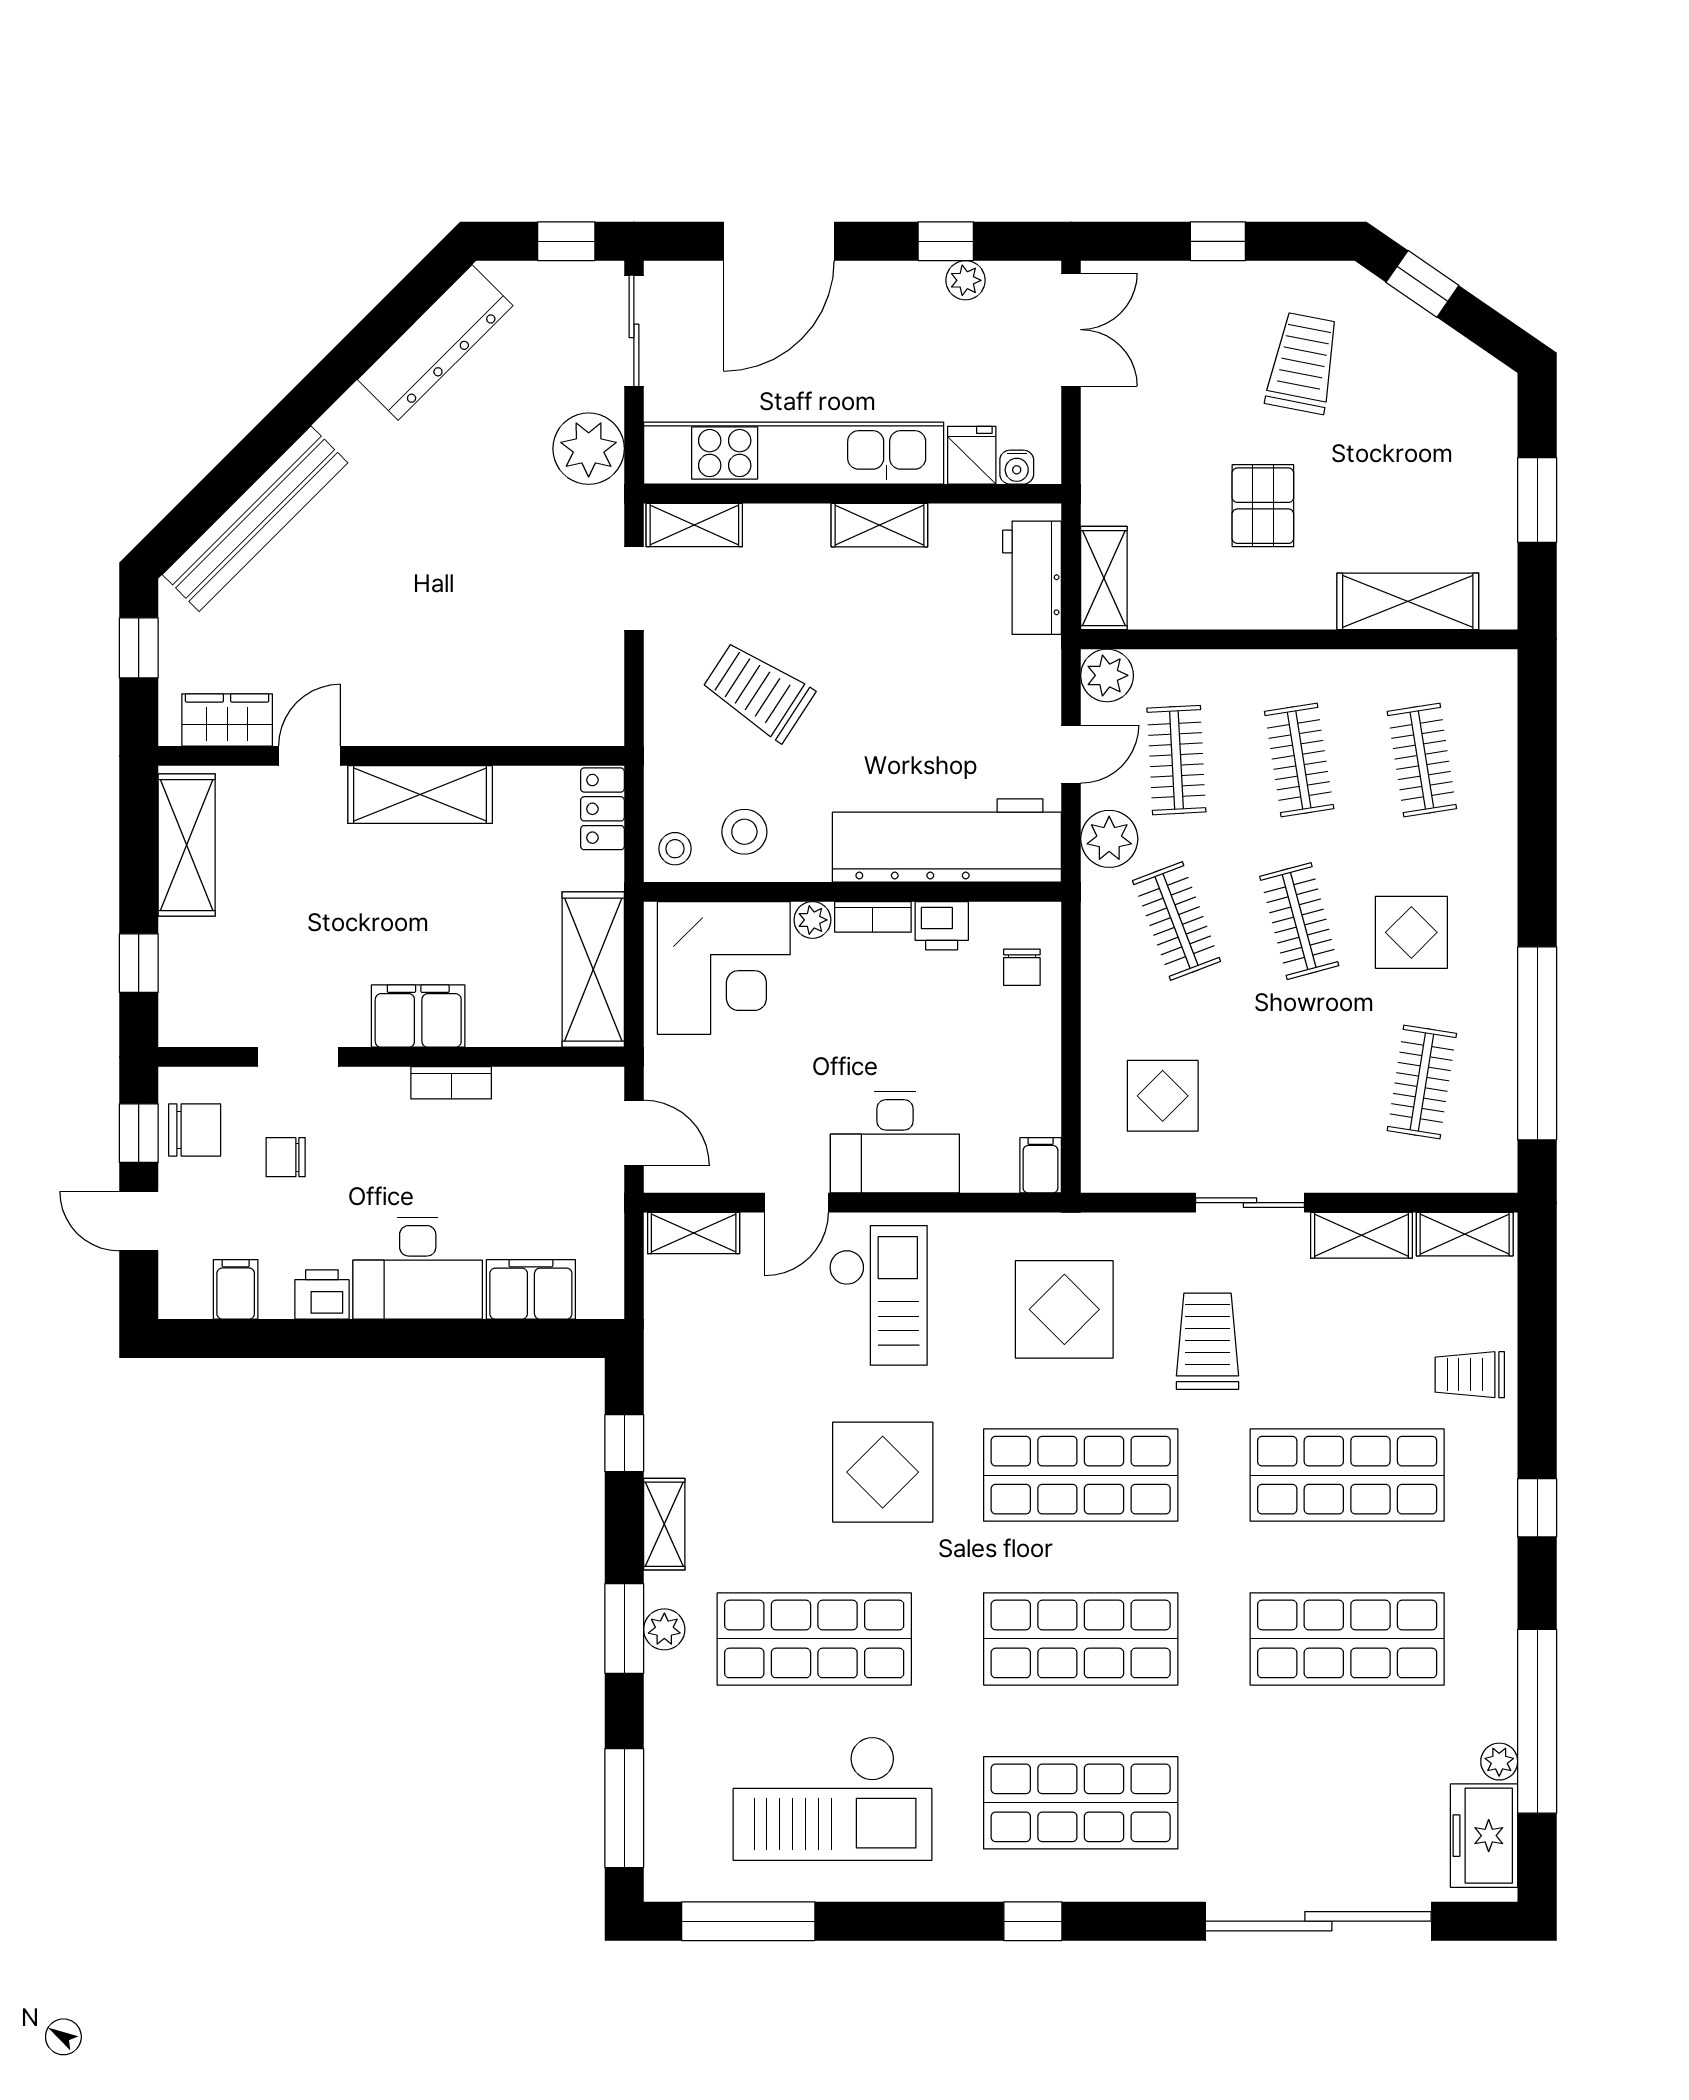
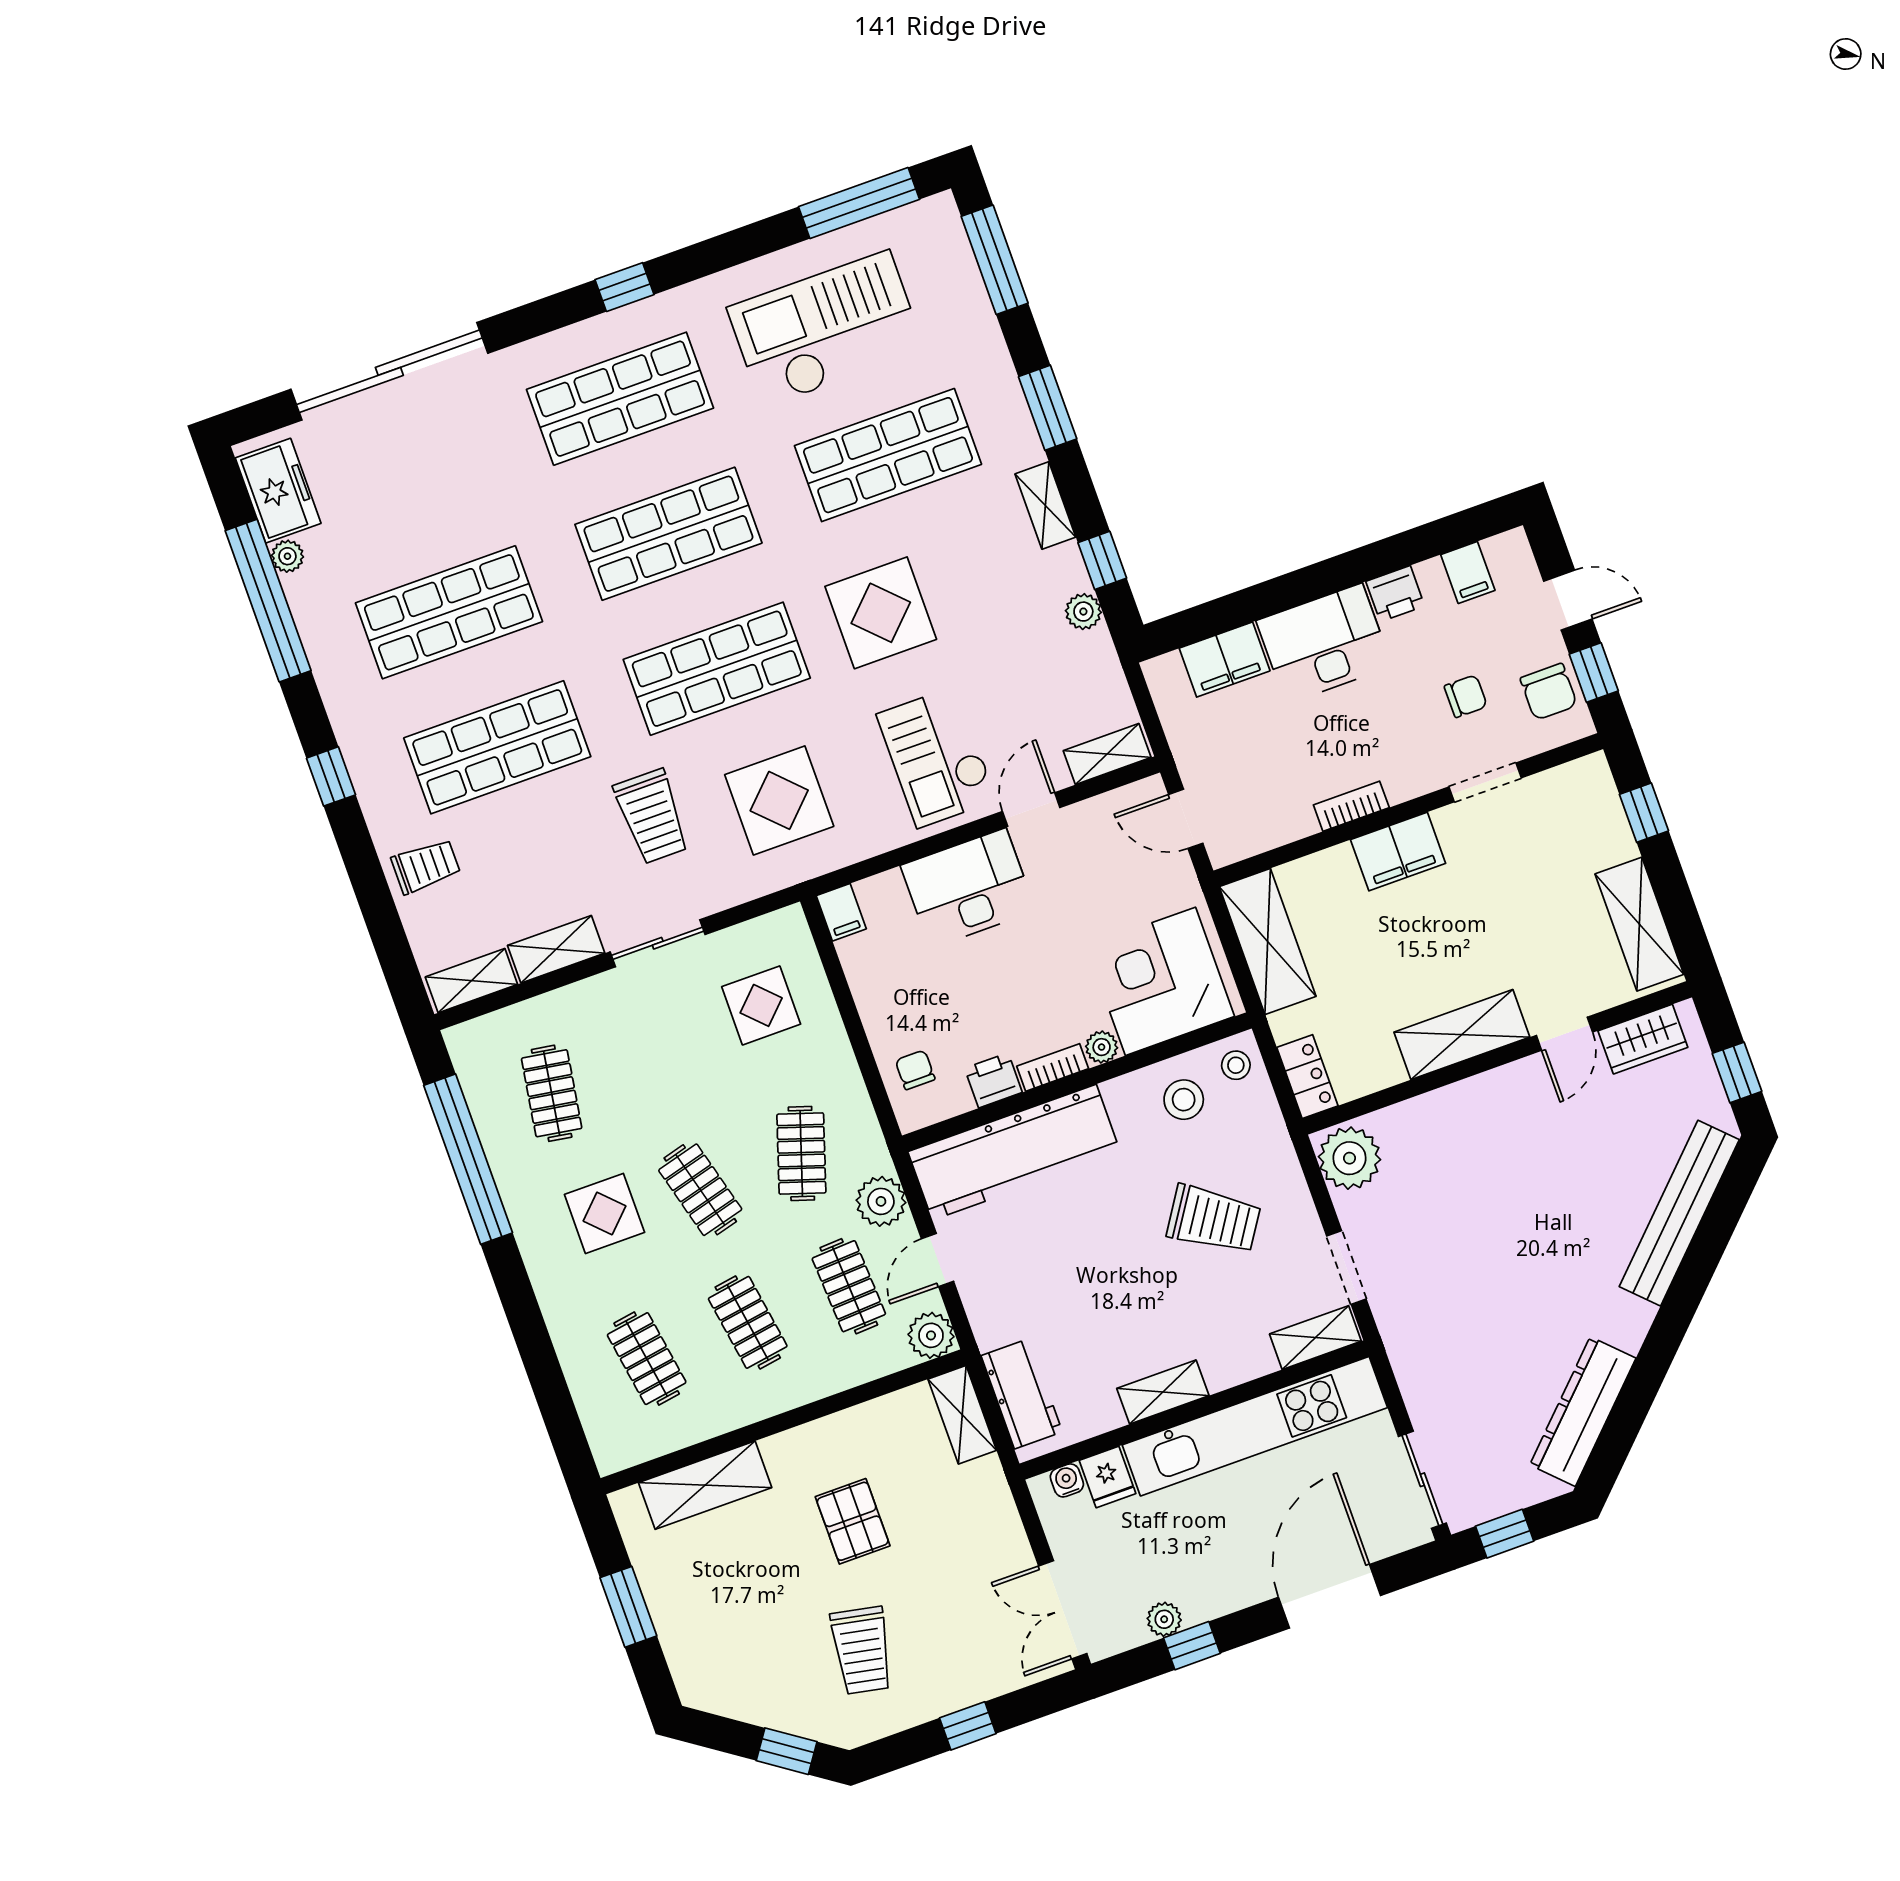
plant: (589, 449) -> (1350, 1158), moved
clothes rail: (1176, 921) -> (801, 1154), turned 39
chair: (195, 1130) -> (1549, 692), turned -90
plant: (664, 1629) -> (1083, 612), moved

